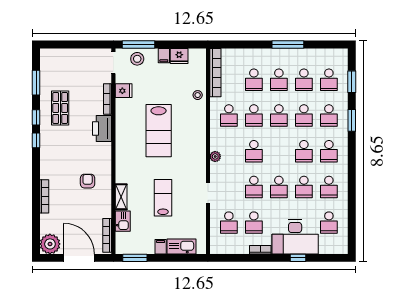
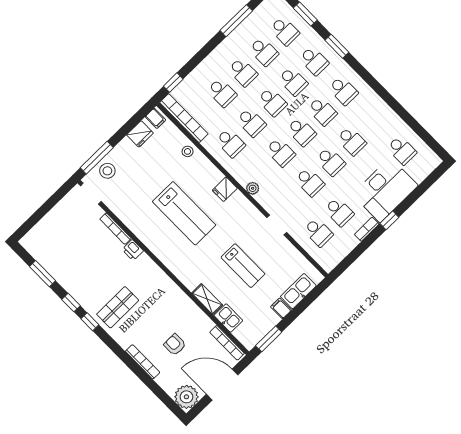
window: (230, 45) -> (173, 83), added
window: (288, 45) -> (236, 21), moved
filing cabinet: (164, 56) -> (155, 118), moved
fridge: (124, 91) -> (225, 189), moved, turned 180
shop shelf: (60, 108) -> (118, 307), moved, turned 90
printer: (102, 128) -> (133, 250), width x0.53, depth x0.68
armchair: (88, 181) -> (175, 345), moved
school desk: (329, 187) -> (301, 132), moved
lab bench: (163, 198) -> (243, 266), turned 180
window: (298, 258) -> (389, 220), moved

